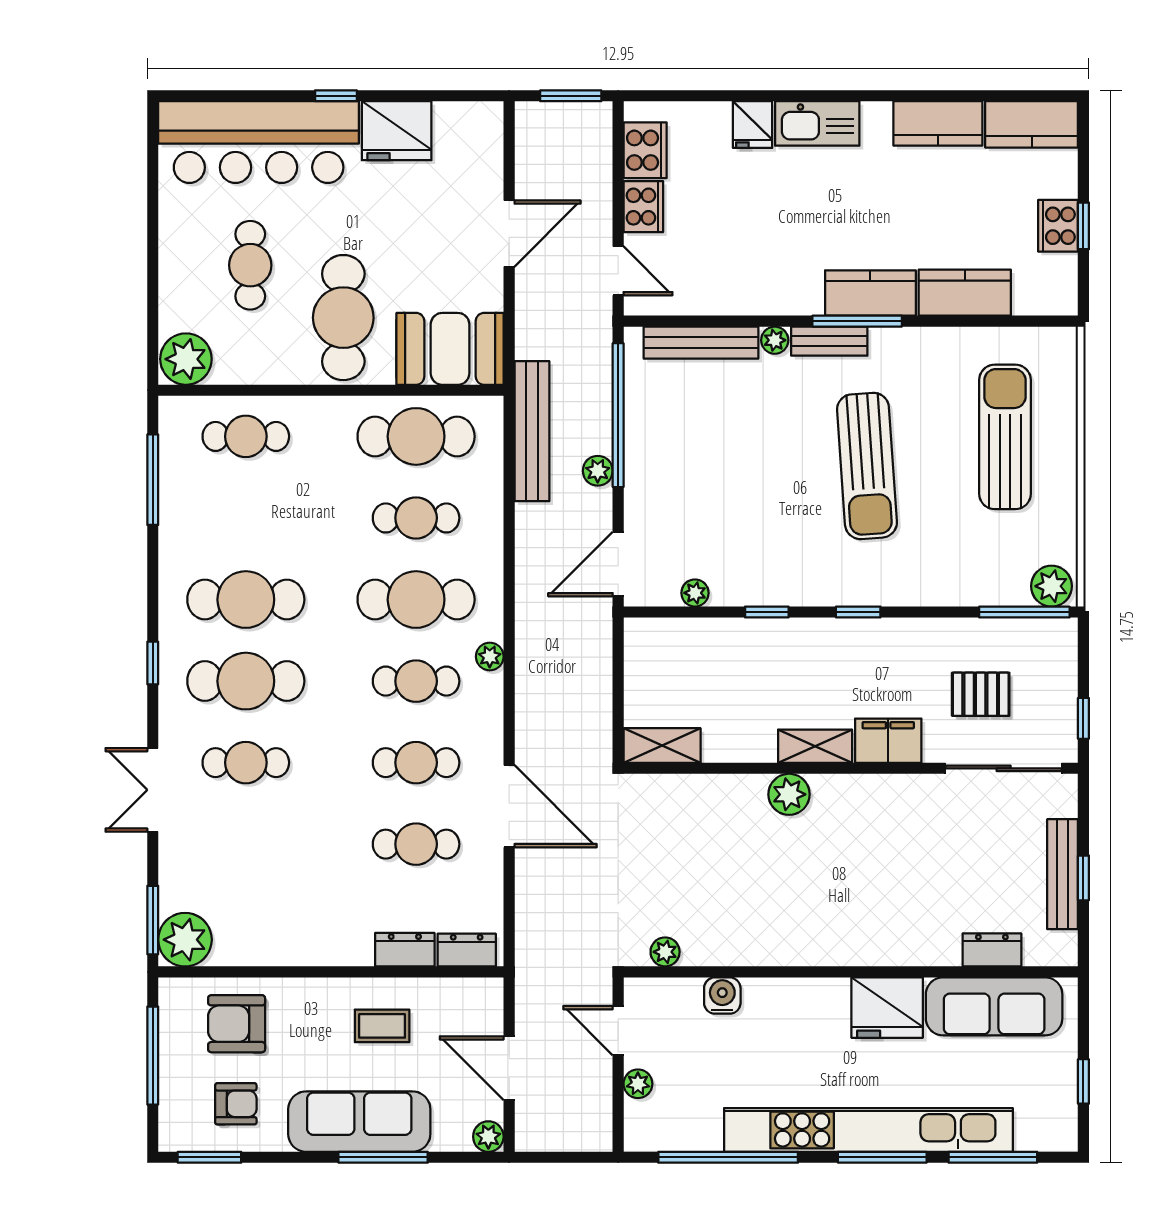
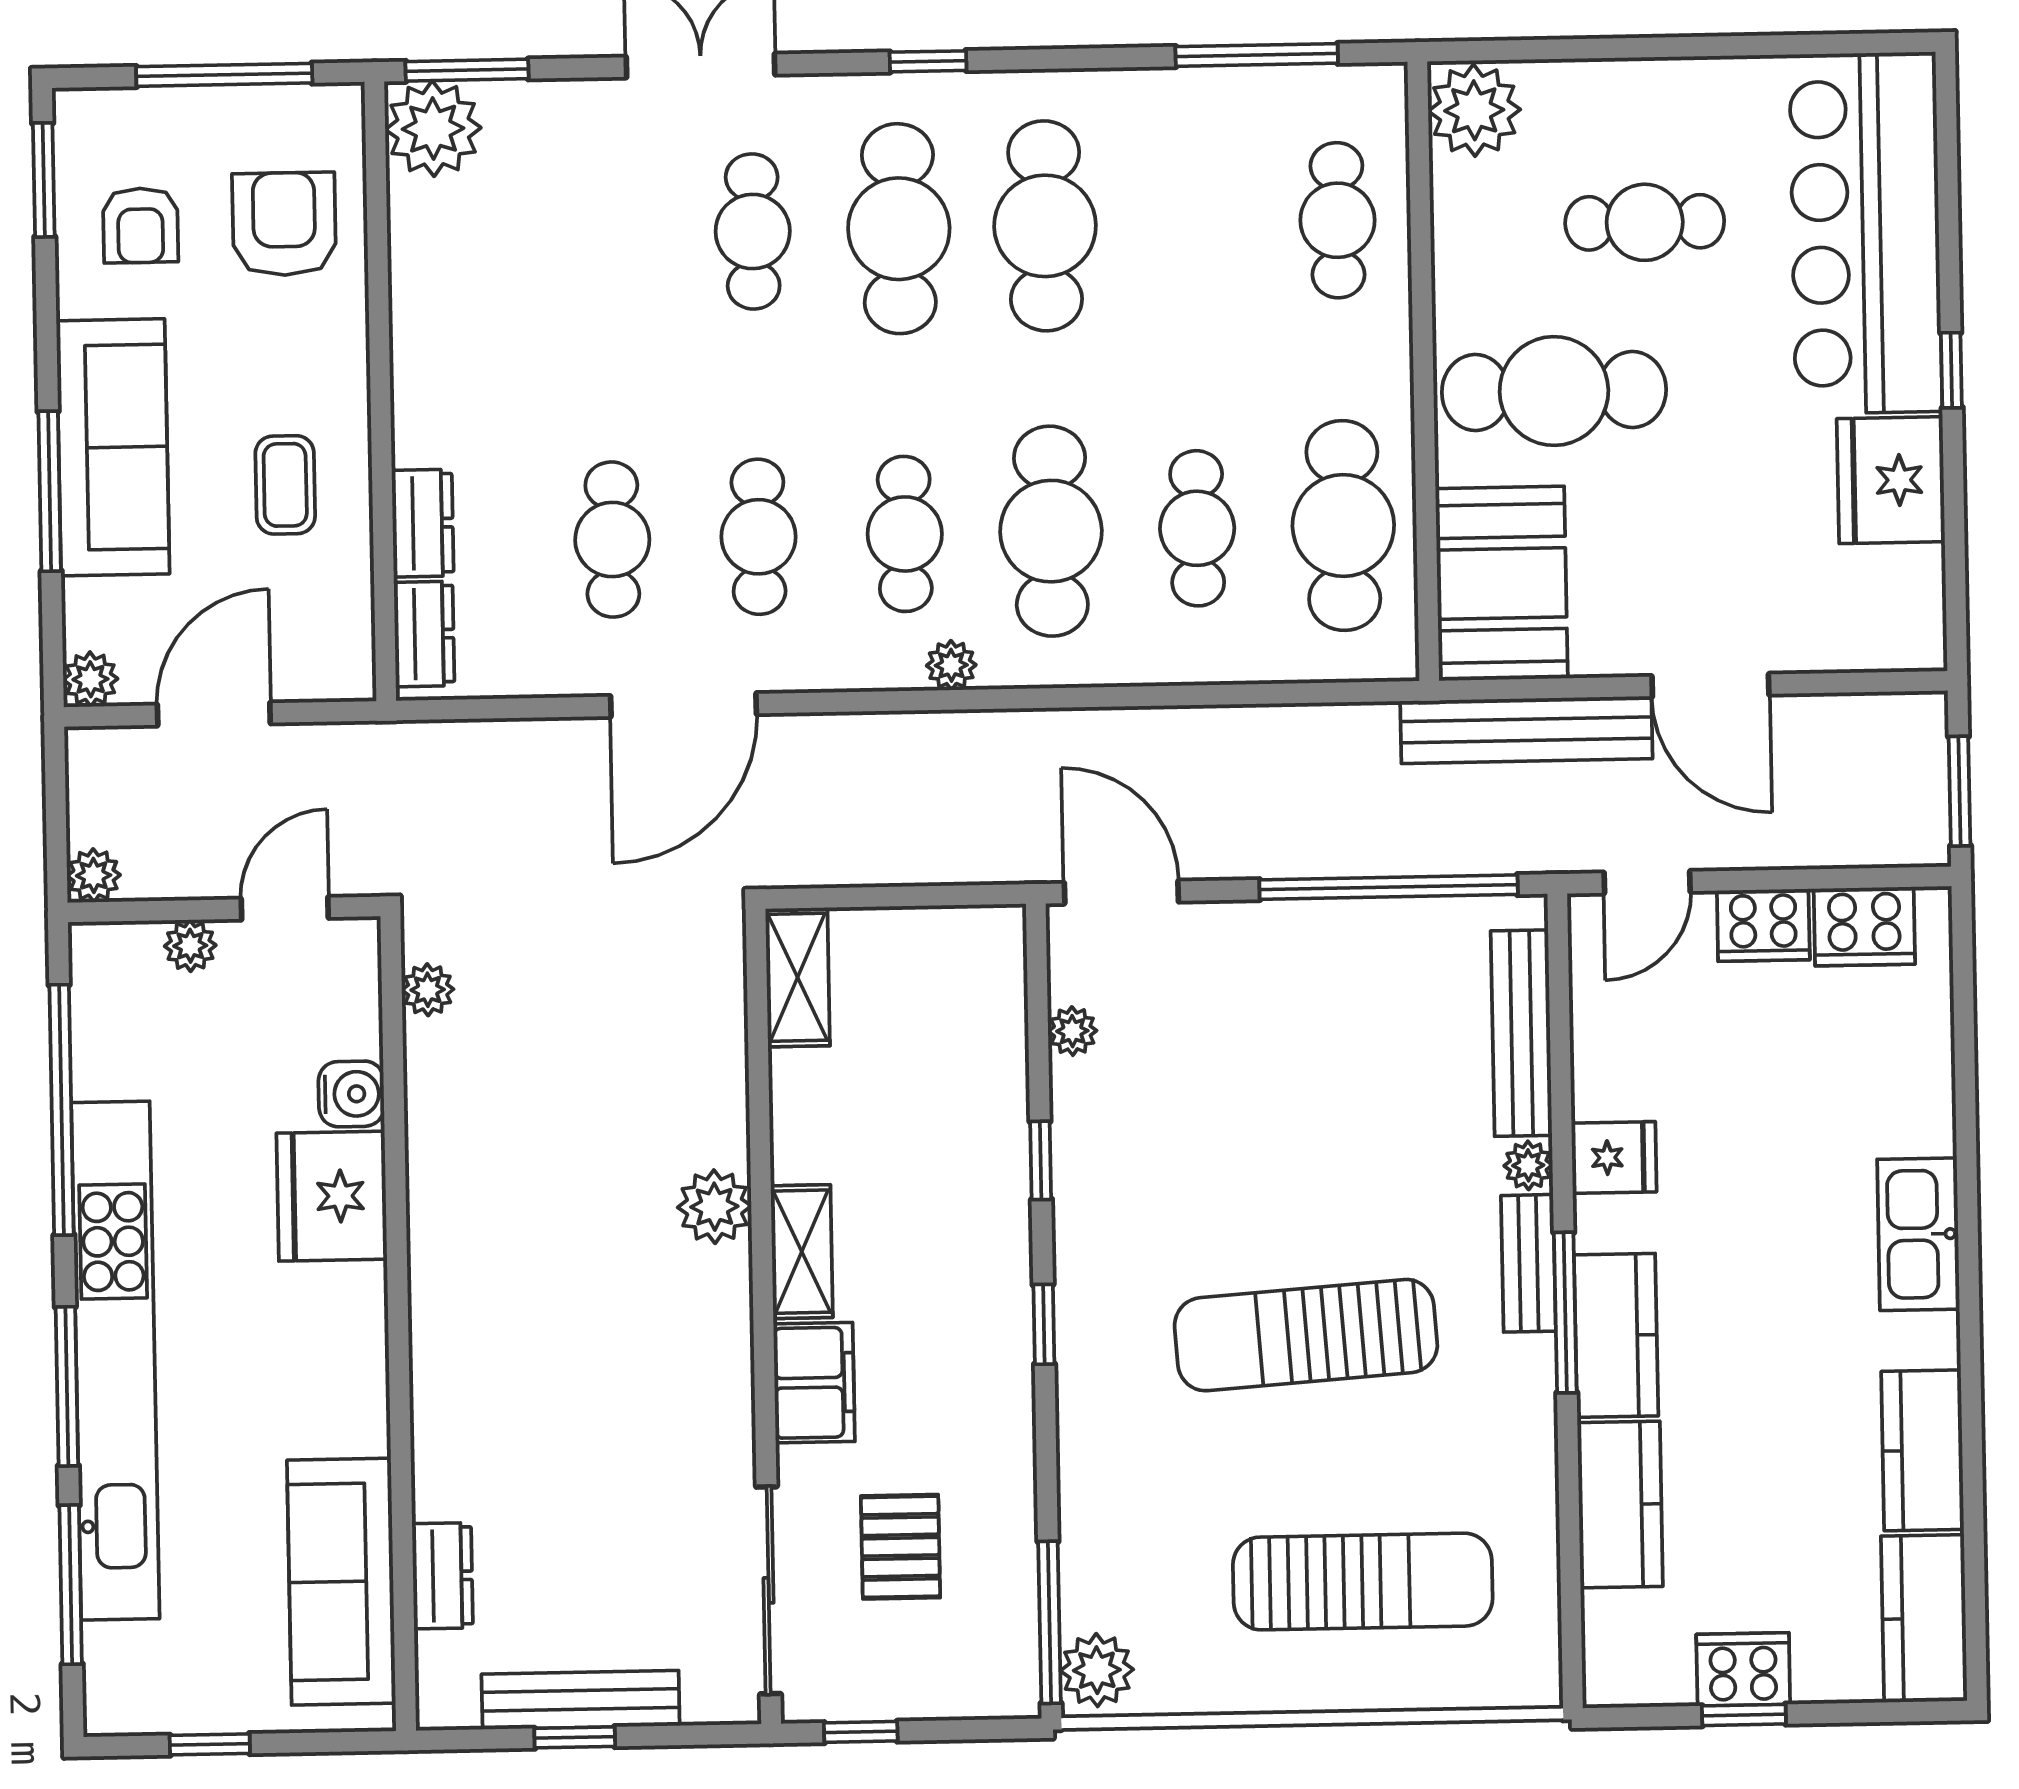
fridge: (753, 125) -> (1614, 1157), moved, turned 180
bench: (532, 431) -> (1526, 730), moved
plant: (598, 471) -> (94, 875), moved
fridge: (887, 1008) -> (332, 1196), moved

